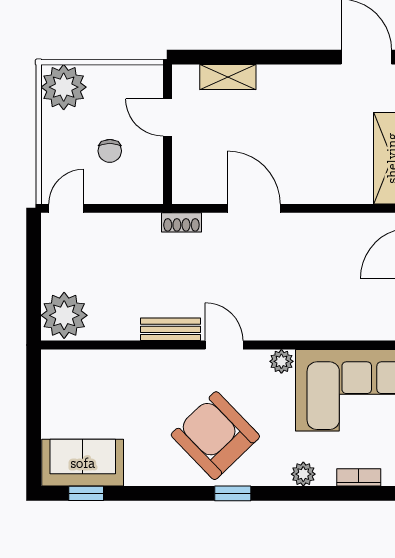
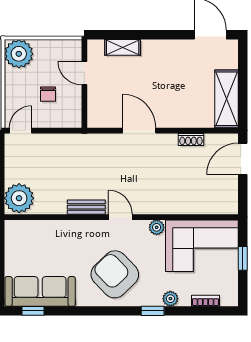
shoe rack: (181, 222) -> (191, 139), moved
sofa: (83, 463) -> (40, 291), width x1.36
window: (233, 493) -> (153, 311), moved

